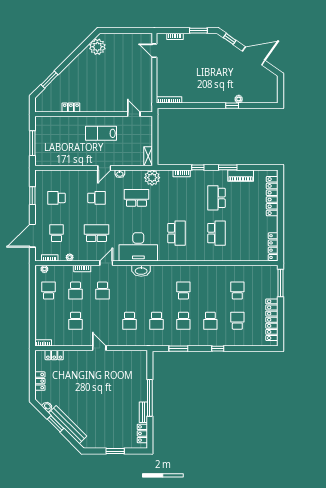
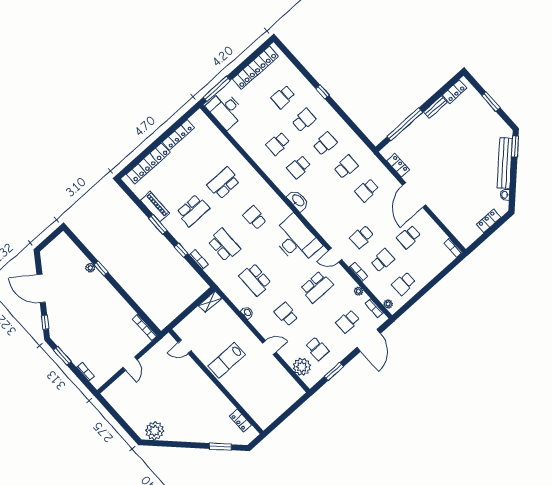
door: (154, 51) -> (130, 364), moved
locker: (71, 107) -> (240, 421), moved
door: (134, 114) -> (185, 347), hinge flipped
lab bench: (101, 133) -> (227, 360), turned 90
window: (32, 143) -> (289, 412), removed
door: (104, 168) -> (269, 348), moved
plant: (152, 178) -> (302, 367), moved
school desk: (176, 198) -> (224, 245), added
school desk: (96, 233) -> (317, 287), turned -90
school desk: (176, 233) -> (255, 218), width x0.54
door: (32, 236) -> (369, 340), hinge flipped
locker: (273, 247) -> (178, 135), moved
washbasin: (141, 271) -> (298, 201), moved
desk: (262, 276) -> (225, 110), added
school desk: (102, 291) -> (362, 237), turned 180
school desk: (237, 291) -> (278, 144), moved
school desk: (76, 321) -> (409, 237), turned 180
school desk: (129, 321) -> (367, 190), turned 180
door: (99, 348) -> (414, 195), width x1.88
window: (178, 349) -> (353, 126), removed
locker: (54, 355) -> (398, 165), moved
window: (150, 398) -> (405, 124), moved
window: (56, 424) -> (515, 146), moved

